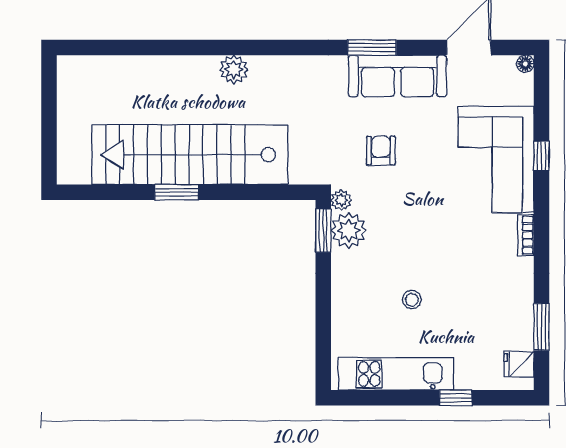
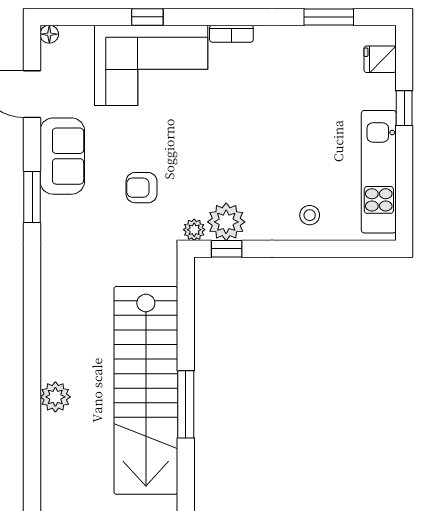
plant: (234, 69) -> (55, 397), moved
sofa: (398, 76) -> (62, 156), width x0.73
window: (177, 192) -> (186, 404), width x1.44
window: (323, 231) -> (227, 249), width x0.67
stool: (412, 300) -> (310, 215), moved
fridge: (519, 364) -> (380, 59), moved, turned 90

